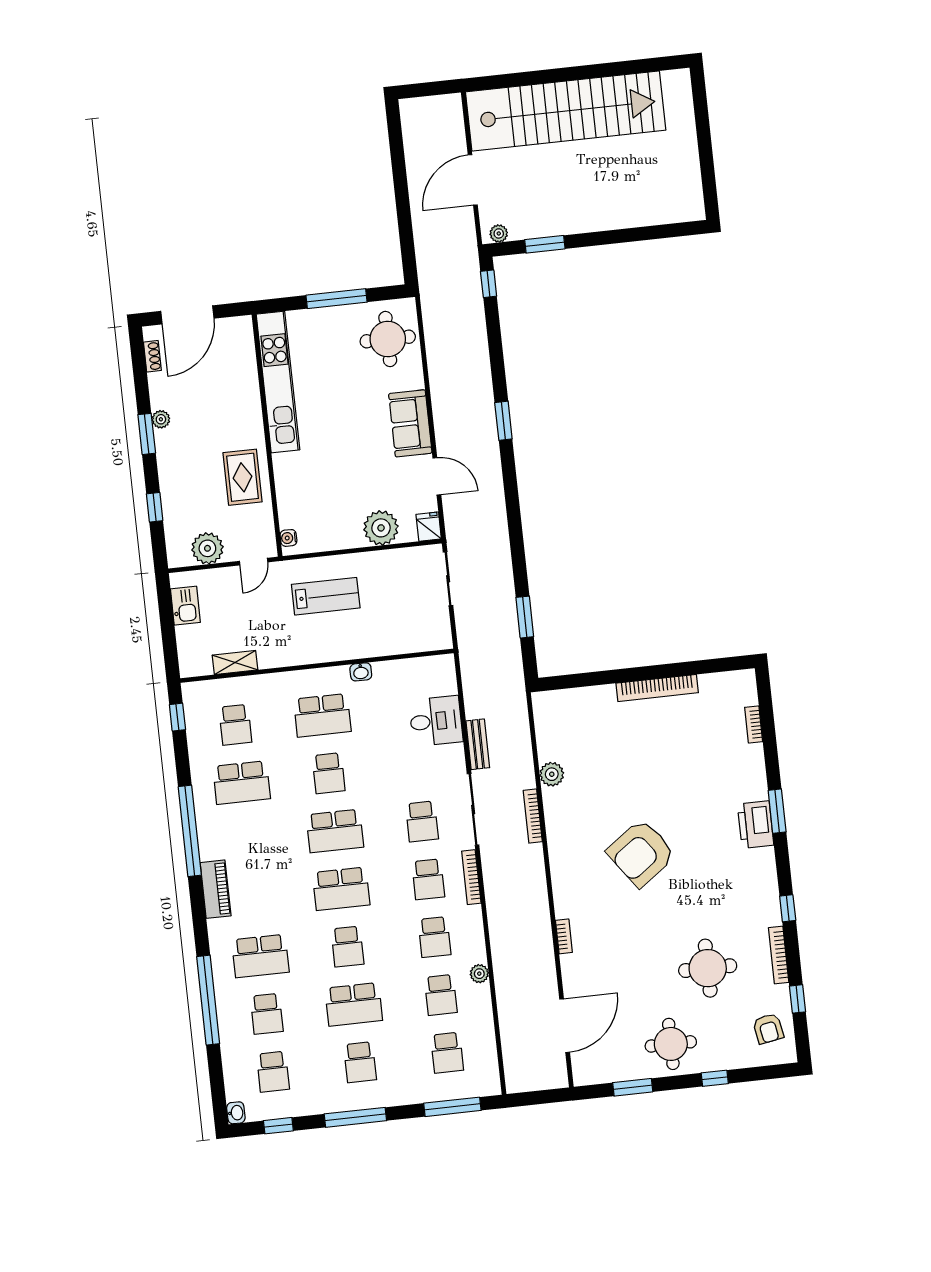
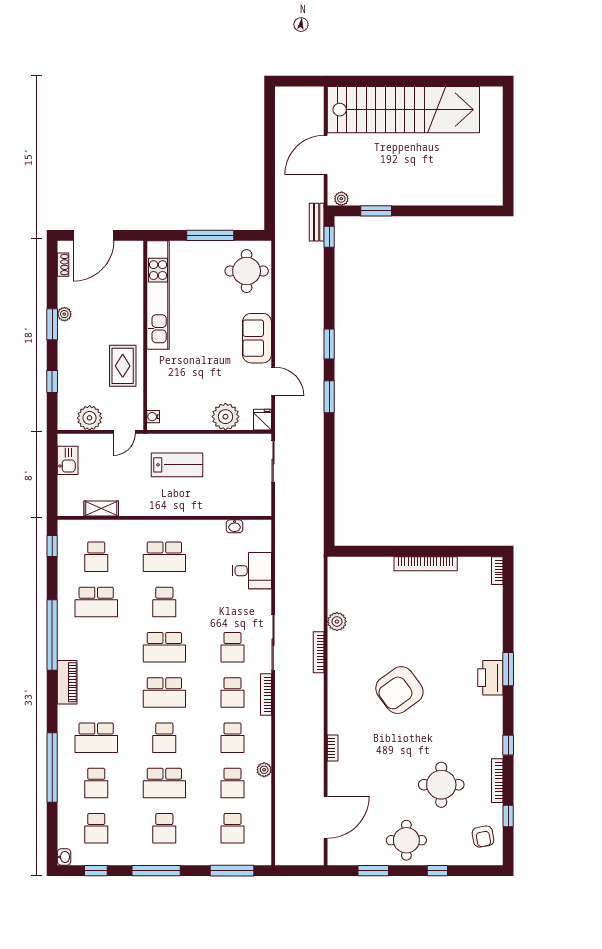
window: (525, 617) -> (329, 397), moved
washbasin: (361, 672) -> (234, 526), moved
bookcase: (754, 724) -> (497, 571), moved
bench: (478, 744) -> (317, 222), moved

